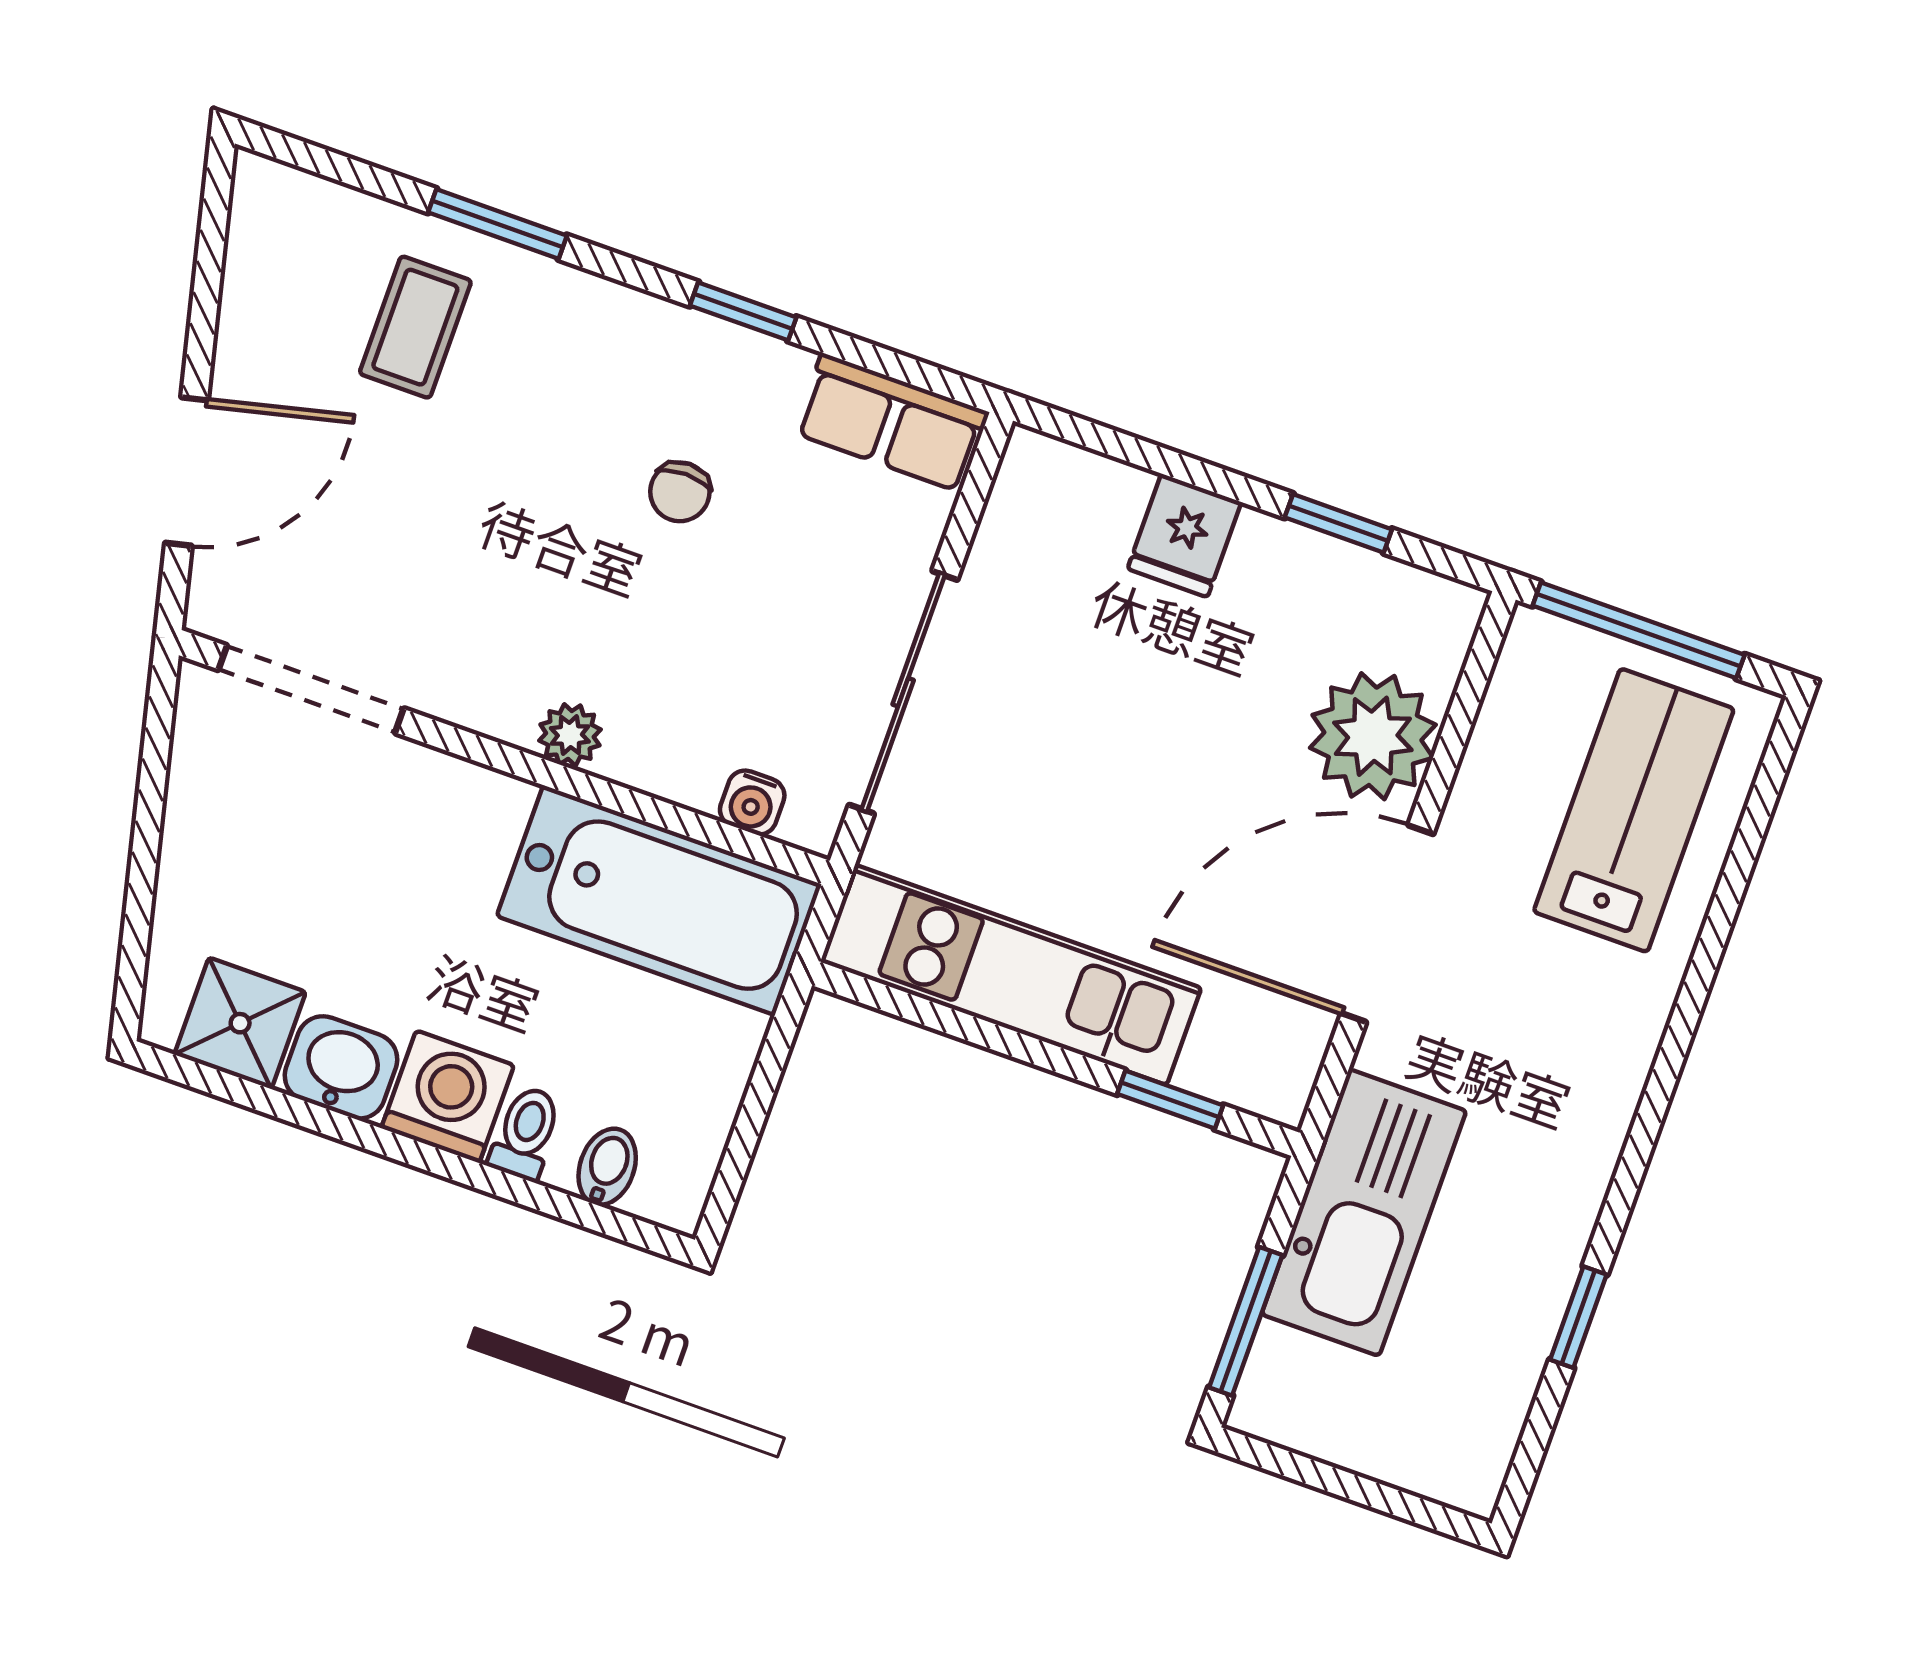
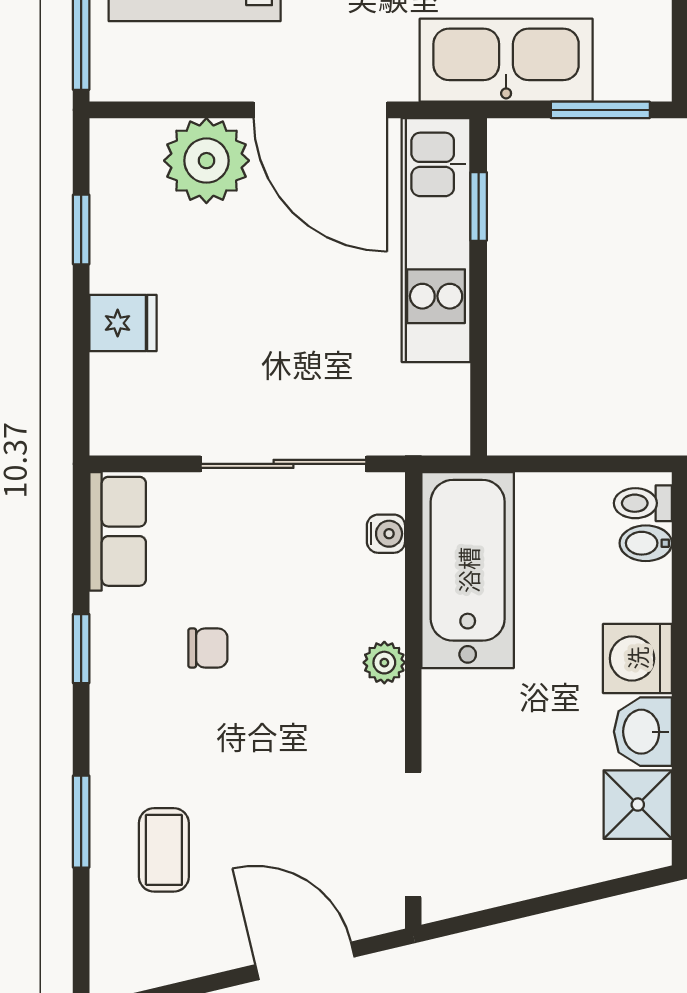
coffee table: (415, 327) -> (164, 850), turned 90
kitchen unit: (1011, 975) -> (436, 240), moved
toilet: (526, 1133) -> (643, 503), moved

